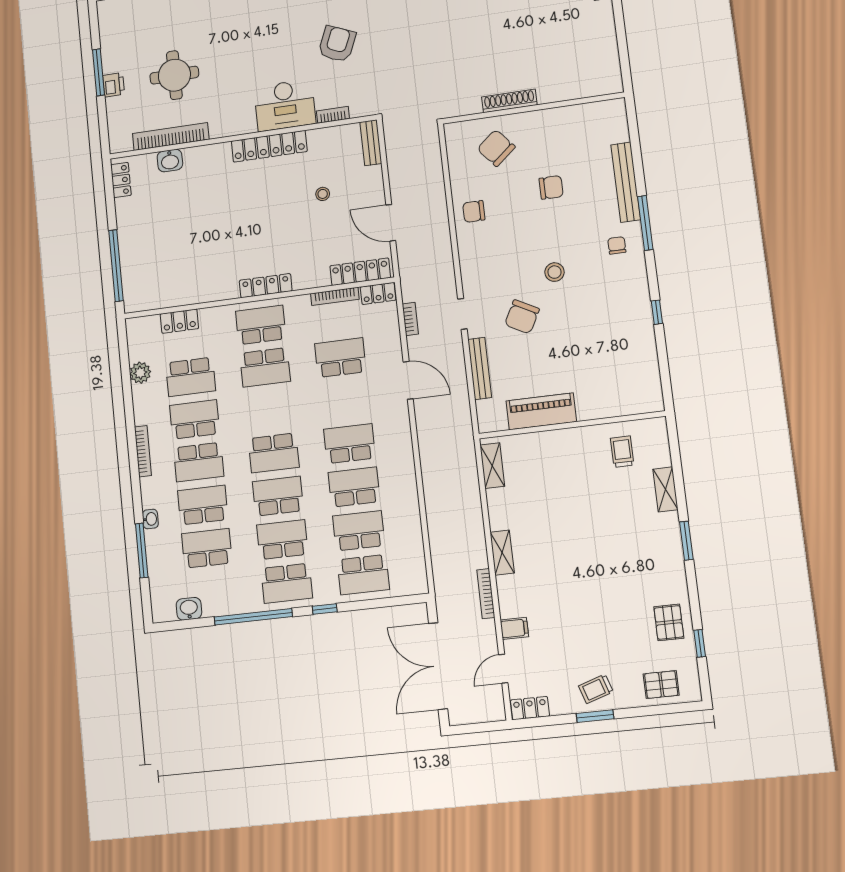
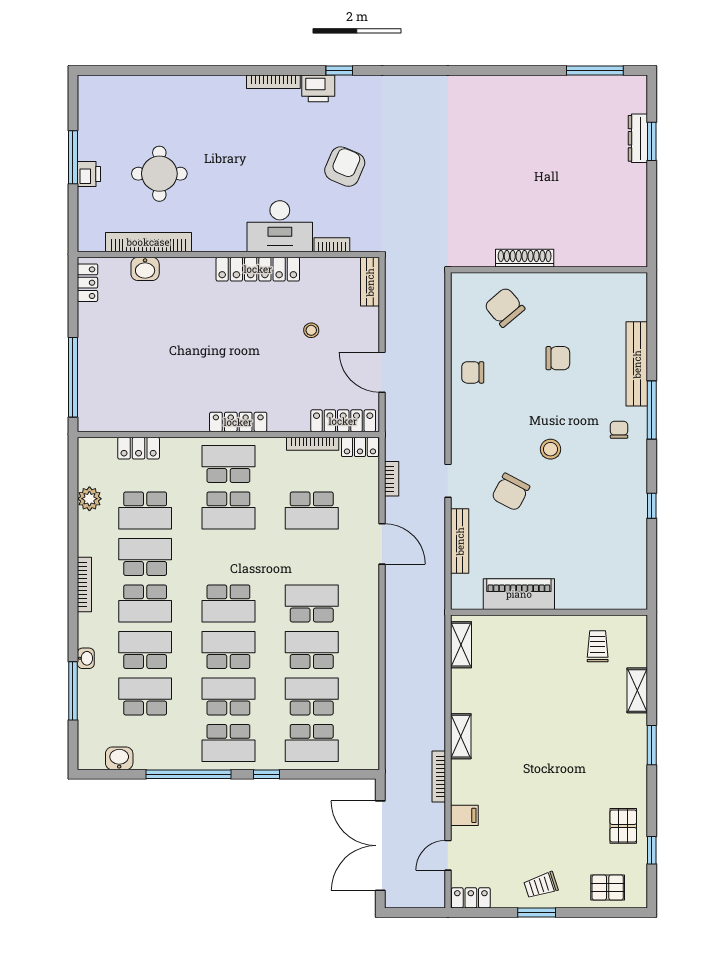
school desk: (340, 358) -> (312, 510), turned 180

